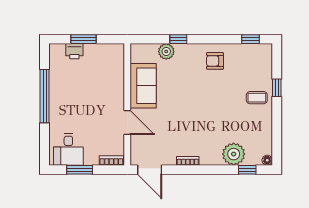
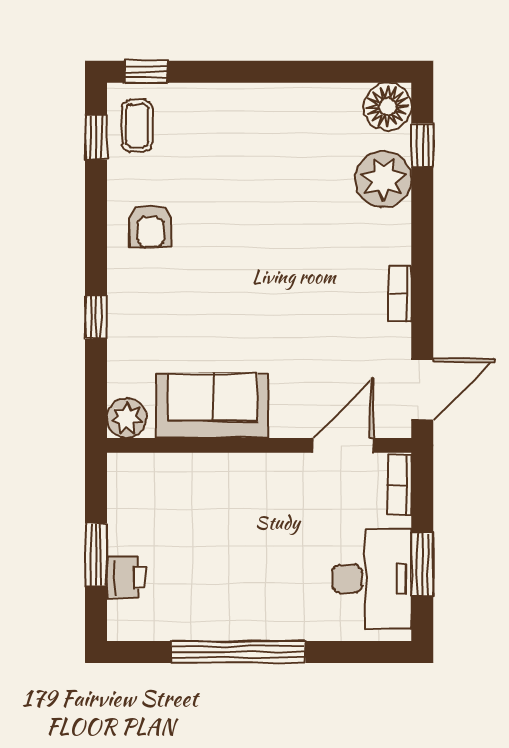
plant: (166, 51) -> (127, 418), moved
window: (277, 88) -> (146, 72), moved
coffee table: (257, 98) -> (137, 126), moved
door: (127, 123) -> (343, 445), moved
desk: (68, 149) -> (372, 579), width x1.37
floor lamp: (267, 160) -> (388, 107), width x1.89, depth x1.89

